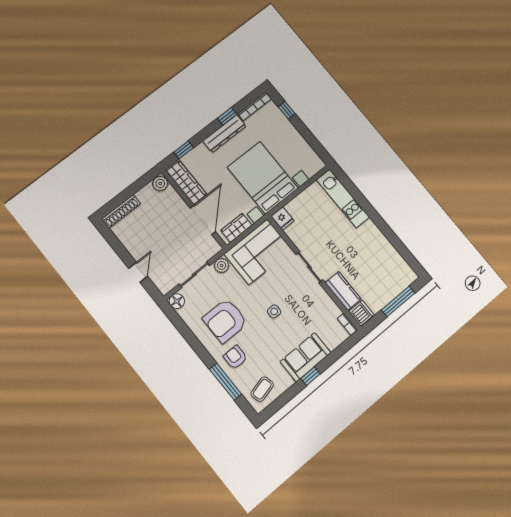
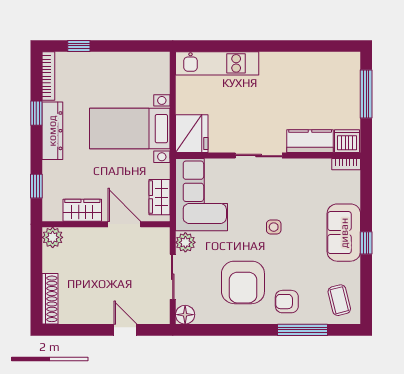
bed with nightstands: (263, 178) -> (130, 129), width x0.73
wardrobe: (187, 183) -> (82, 210), width x0.67
fridge: (282, 218) -> (192, 134), width x1.88, depth x1.34
door: (203, 220) -> (124, 224), width x0.73

